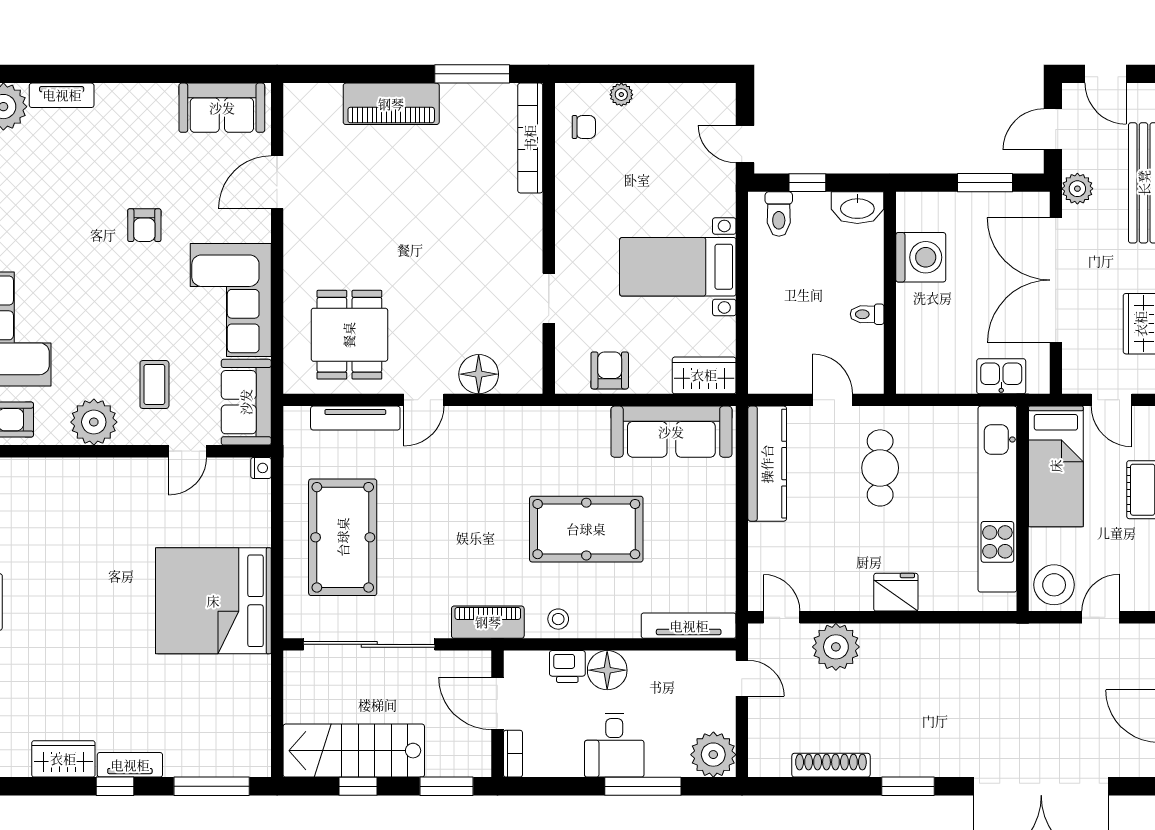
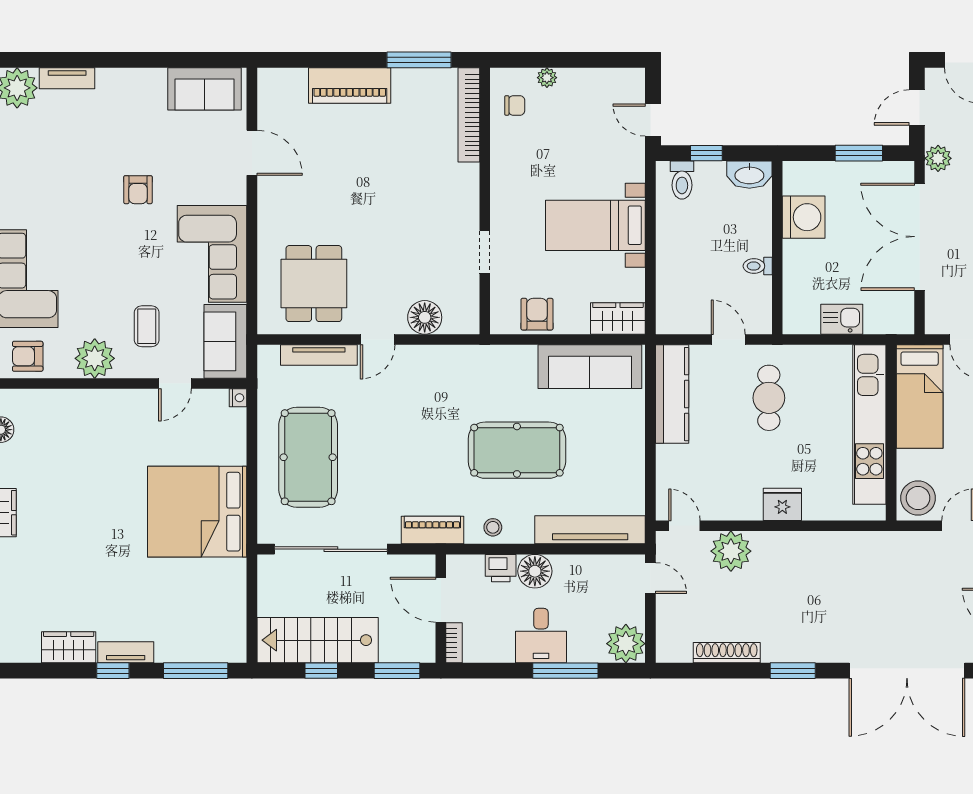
door: (277, 182) -> (252, 153), swing flipped
kitchen sink: (1001, 376) -> (842, 319), moved
tv unit: (689, 626) -> (590, 530), width x1.36, depth x1.29

